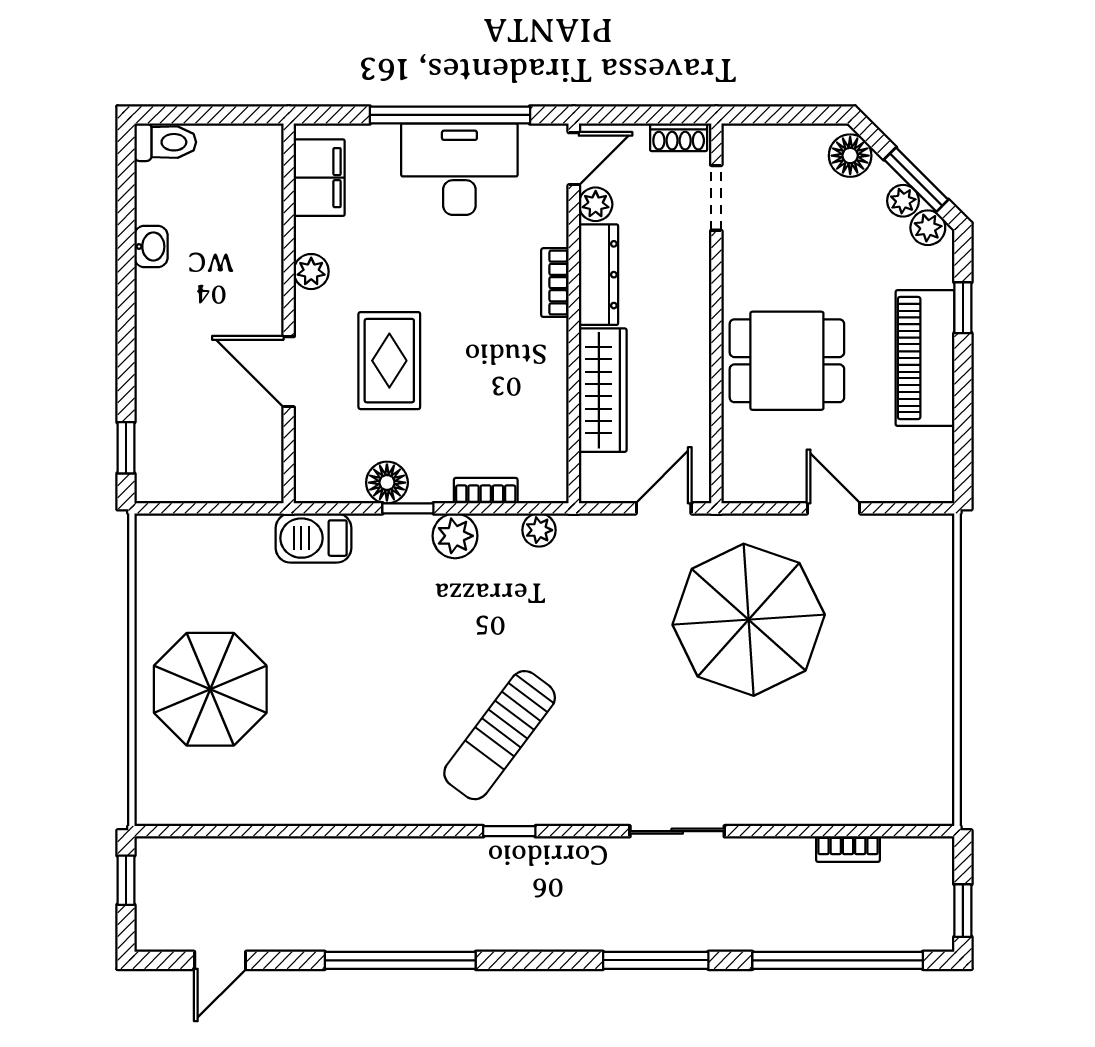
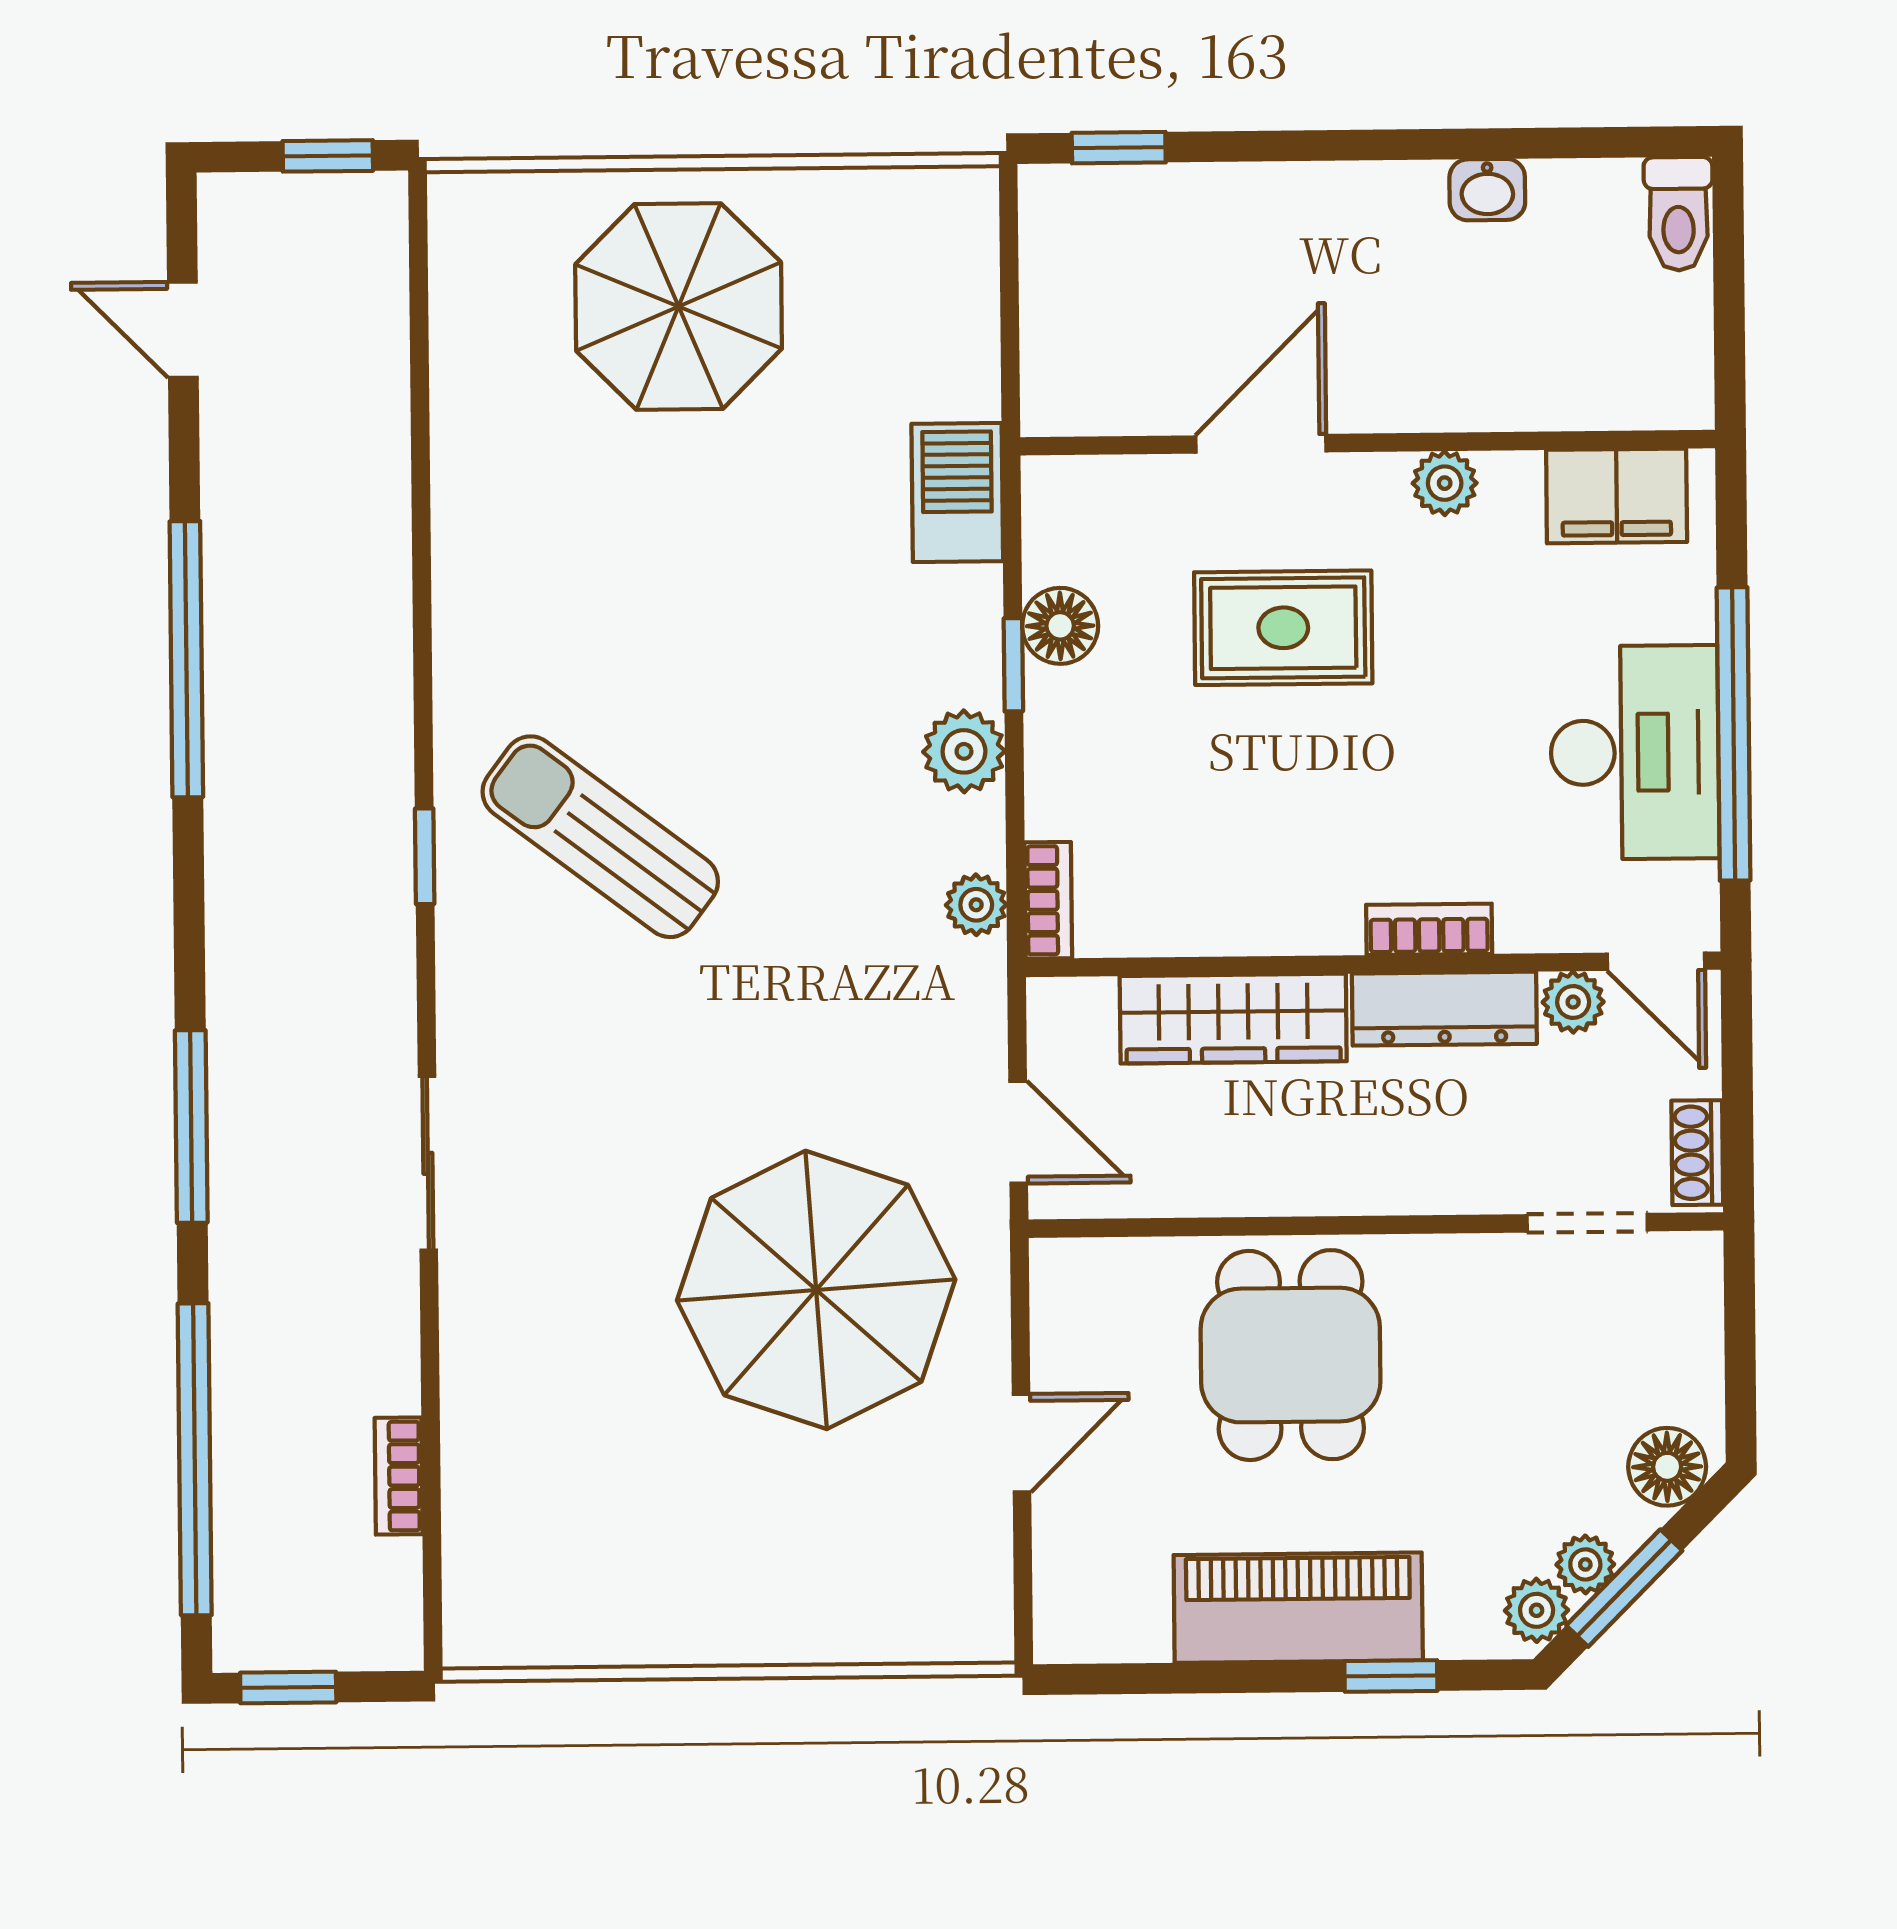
bookcase: (486, 491) -> (1048, 900), moved

